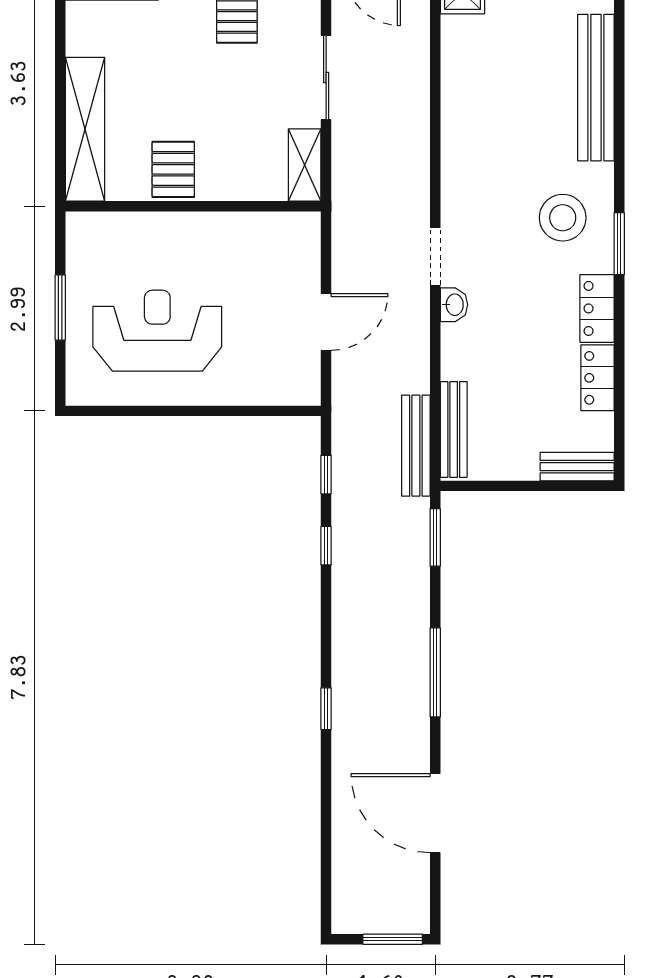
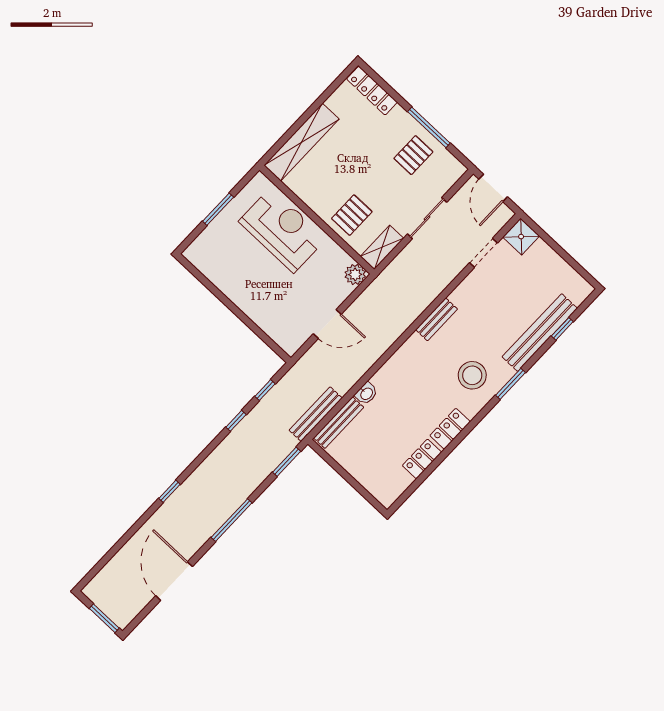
window: (619, 57) -> (562, 329), added
pallet: (173, 169) -> (352, 215), moved
plant: (303, 229) -> (355, 274), added
window: (619, 244) -> (510, 384), moved
doorway: (435, 256) -> (483, 253), moved
washbasin: (454, 305) -> (366, 393), moved
reception desk: (157, 331) -> (282, 230), moved
bench: (577, 467) -> (437, 319), moved, turned 90

